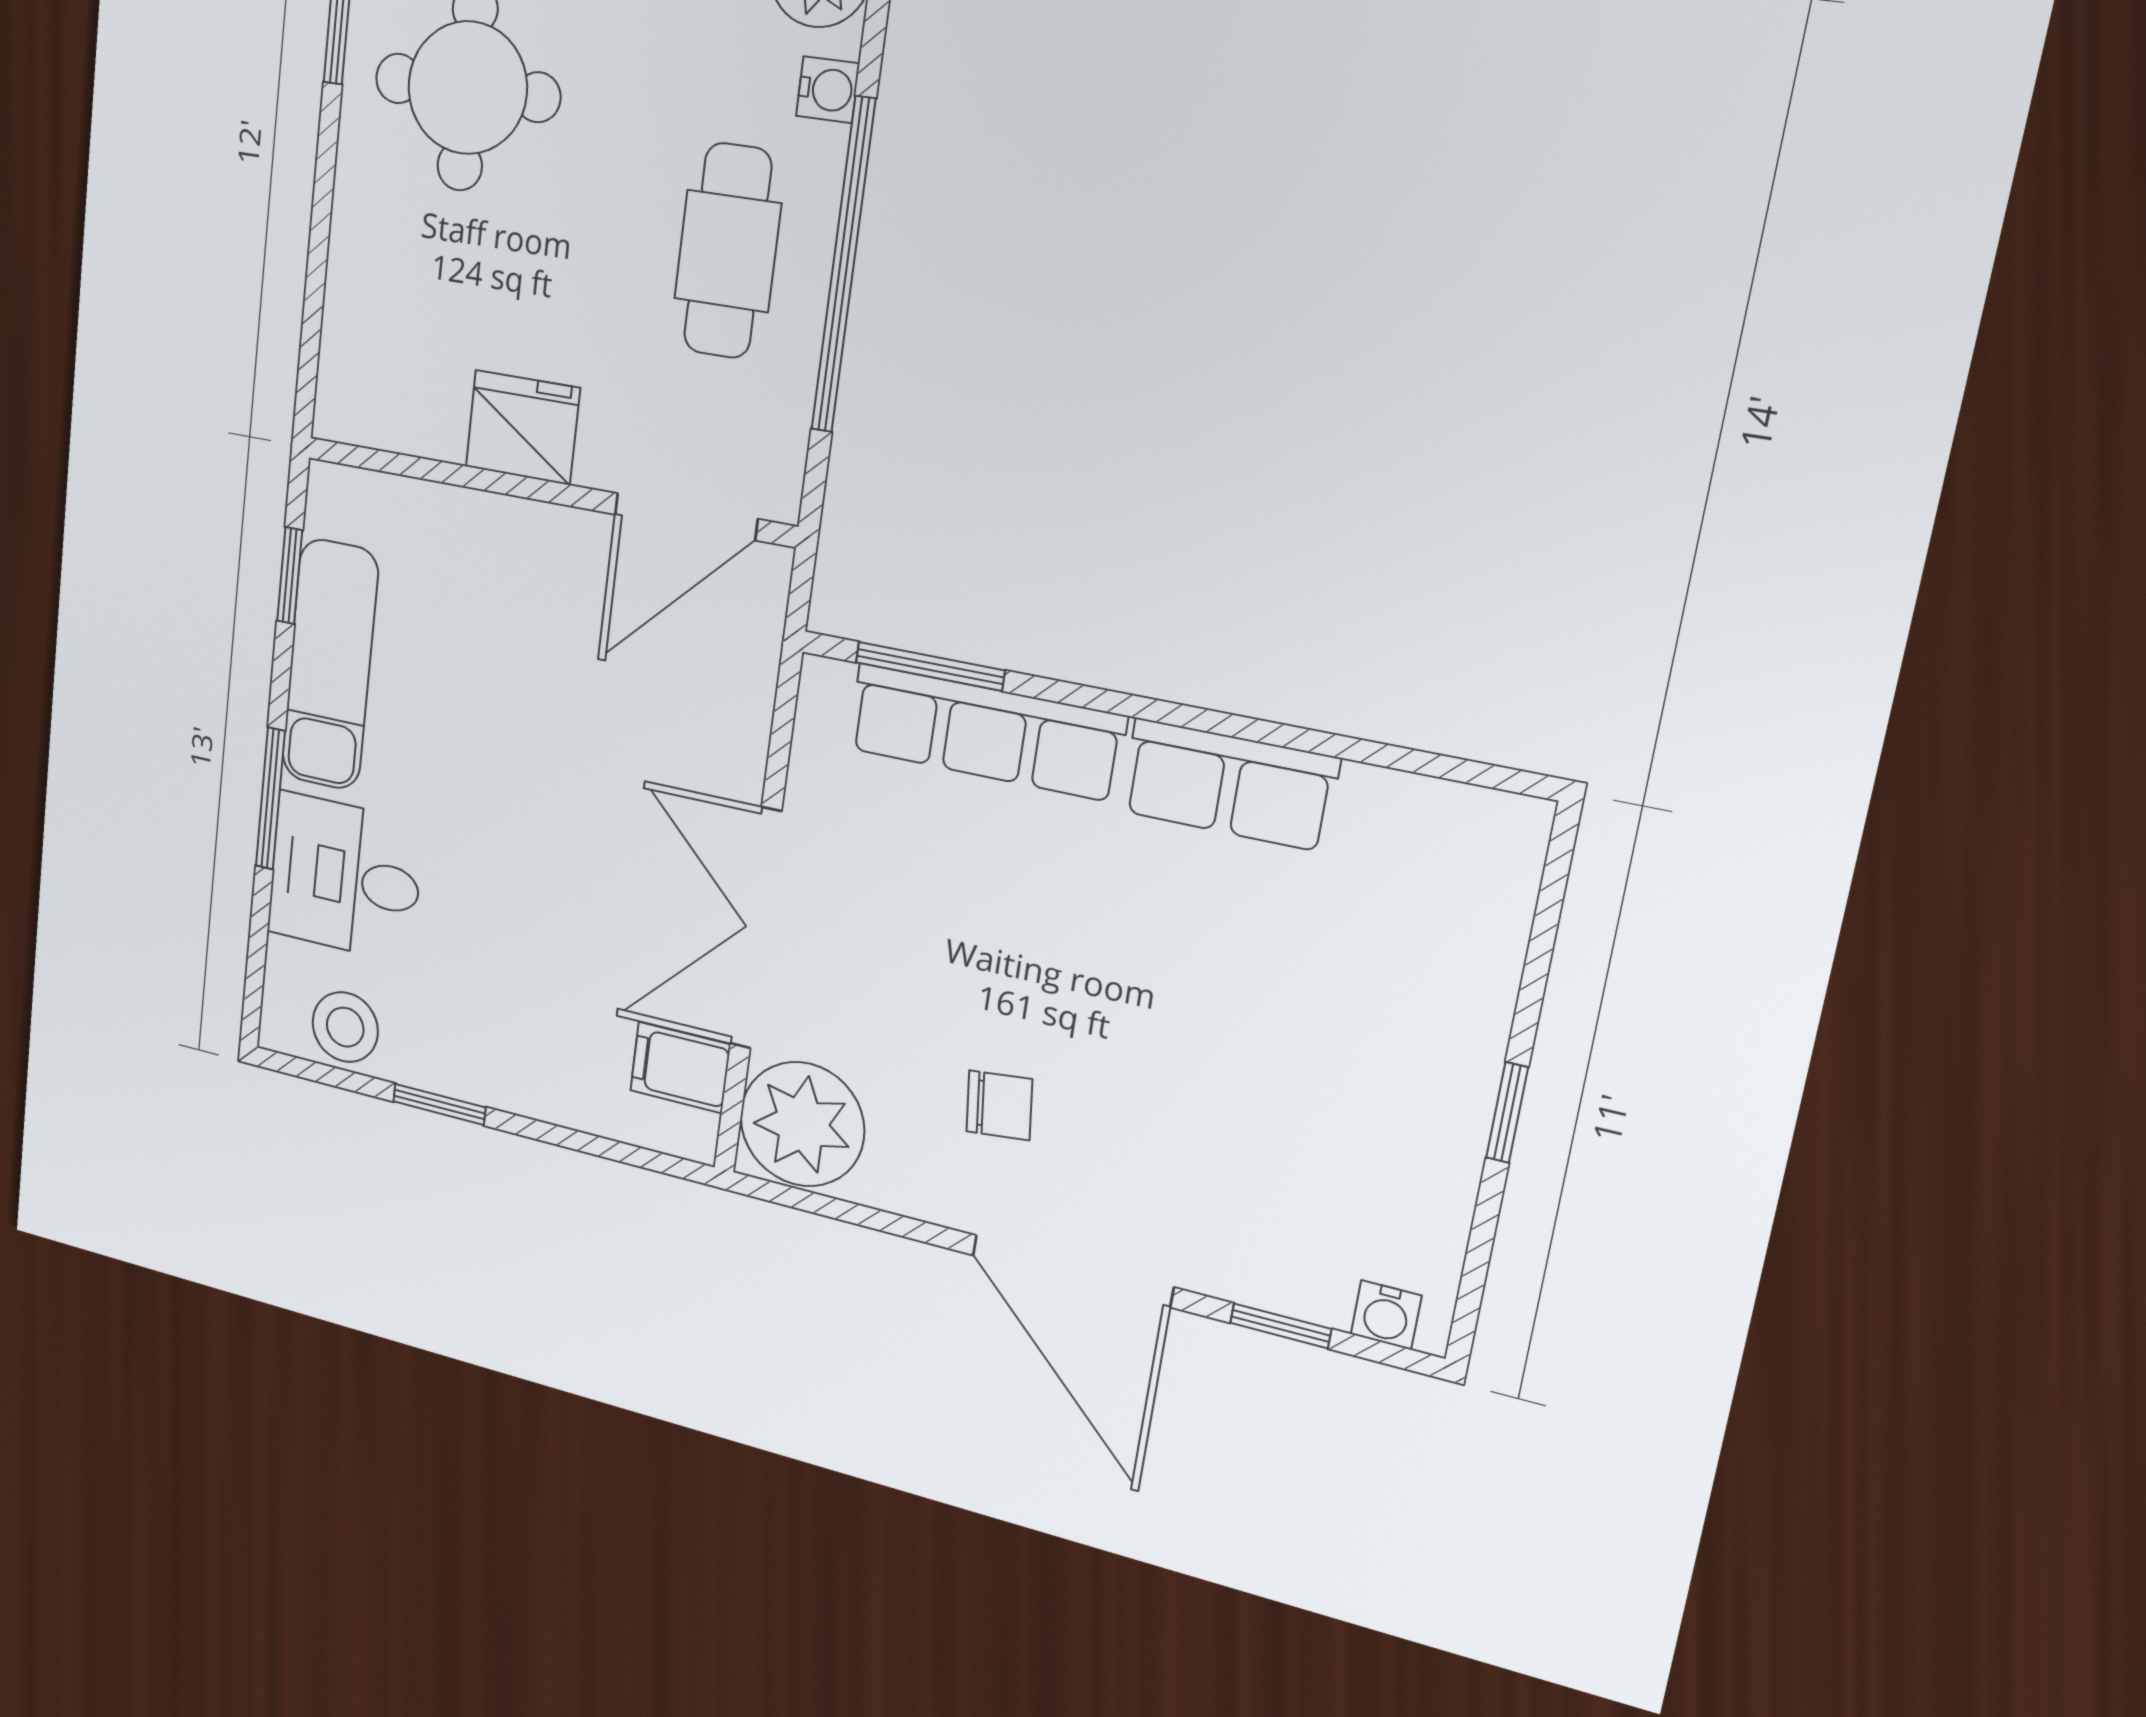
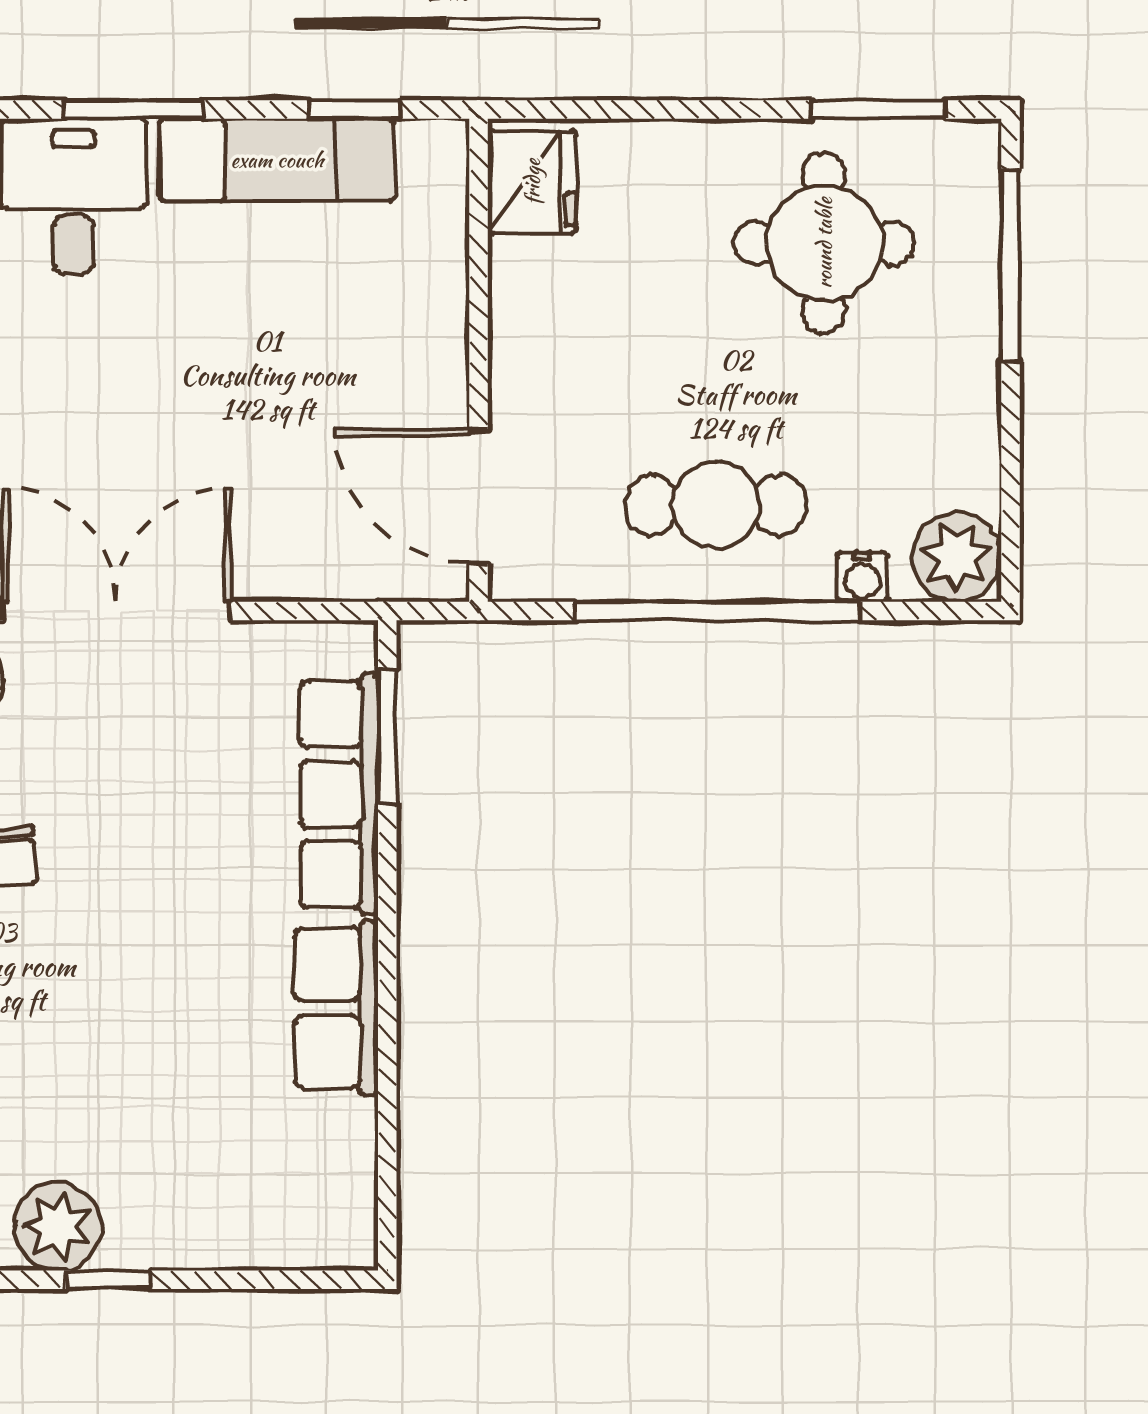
fridge: (523, 427) -> (532, 182), moved
plant: (1432, 1153) -> (58, 1227), added

